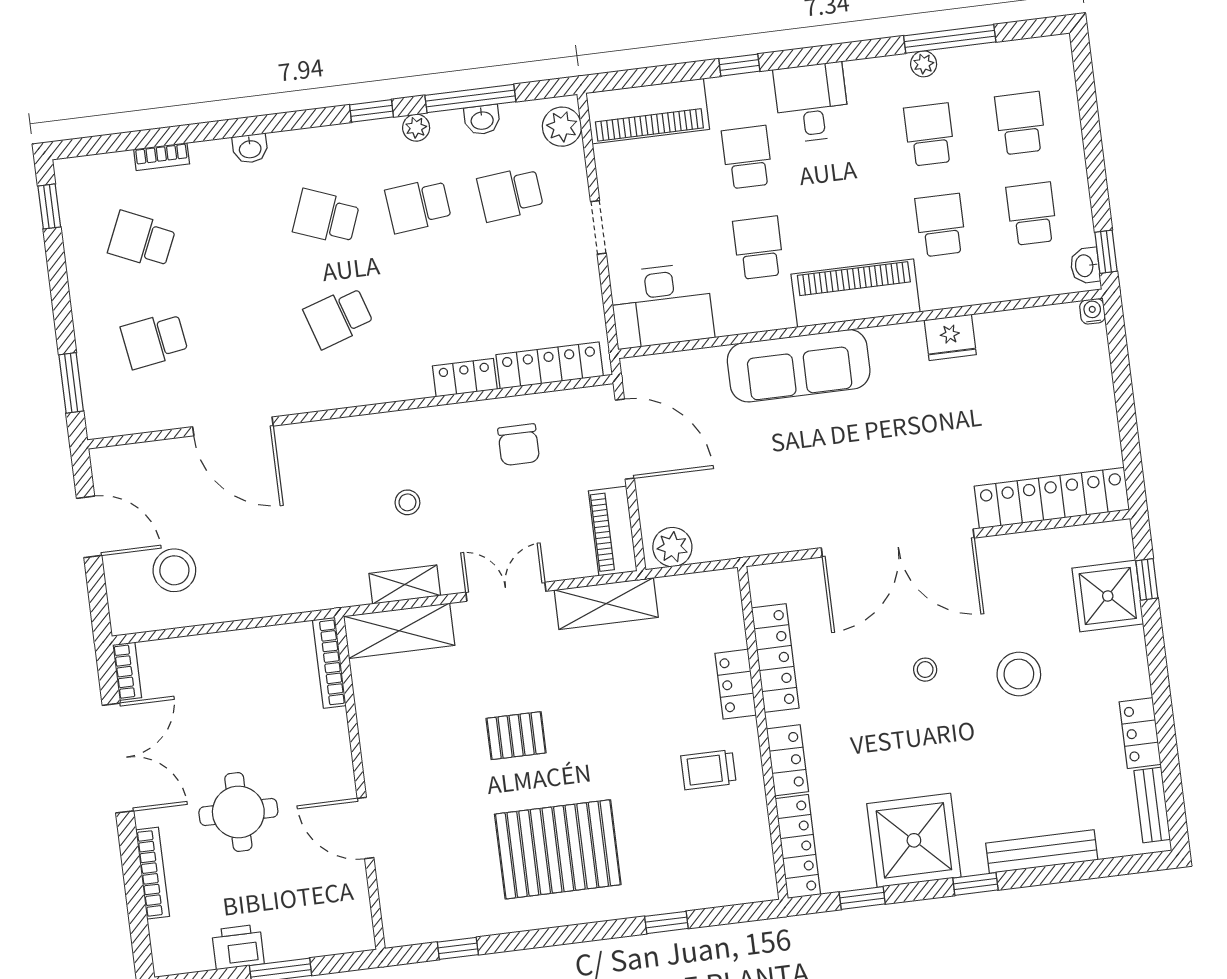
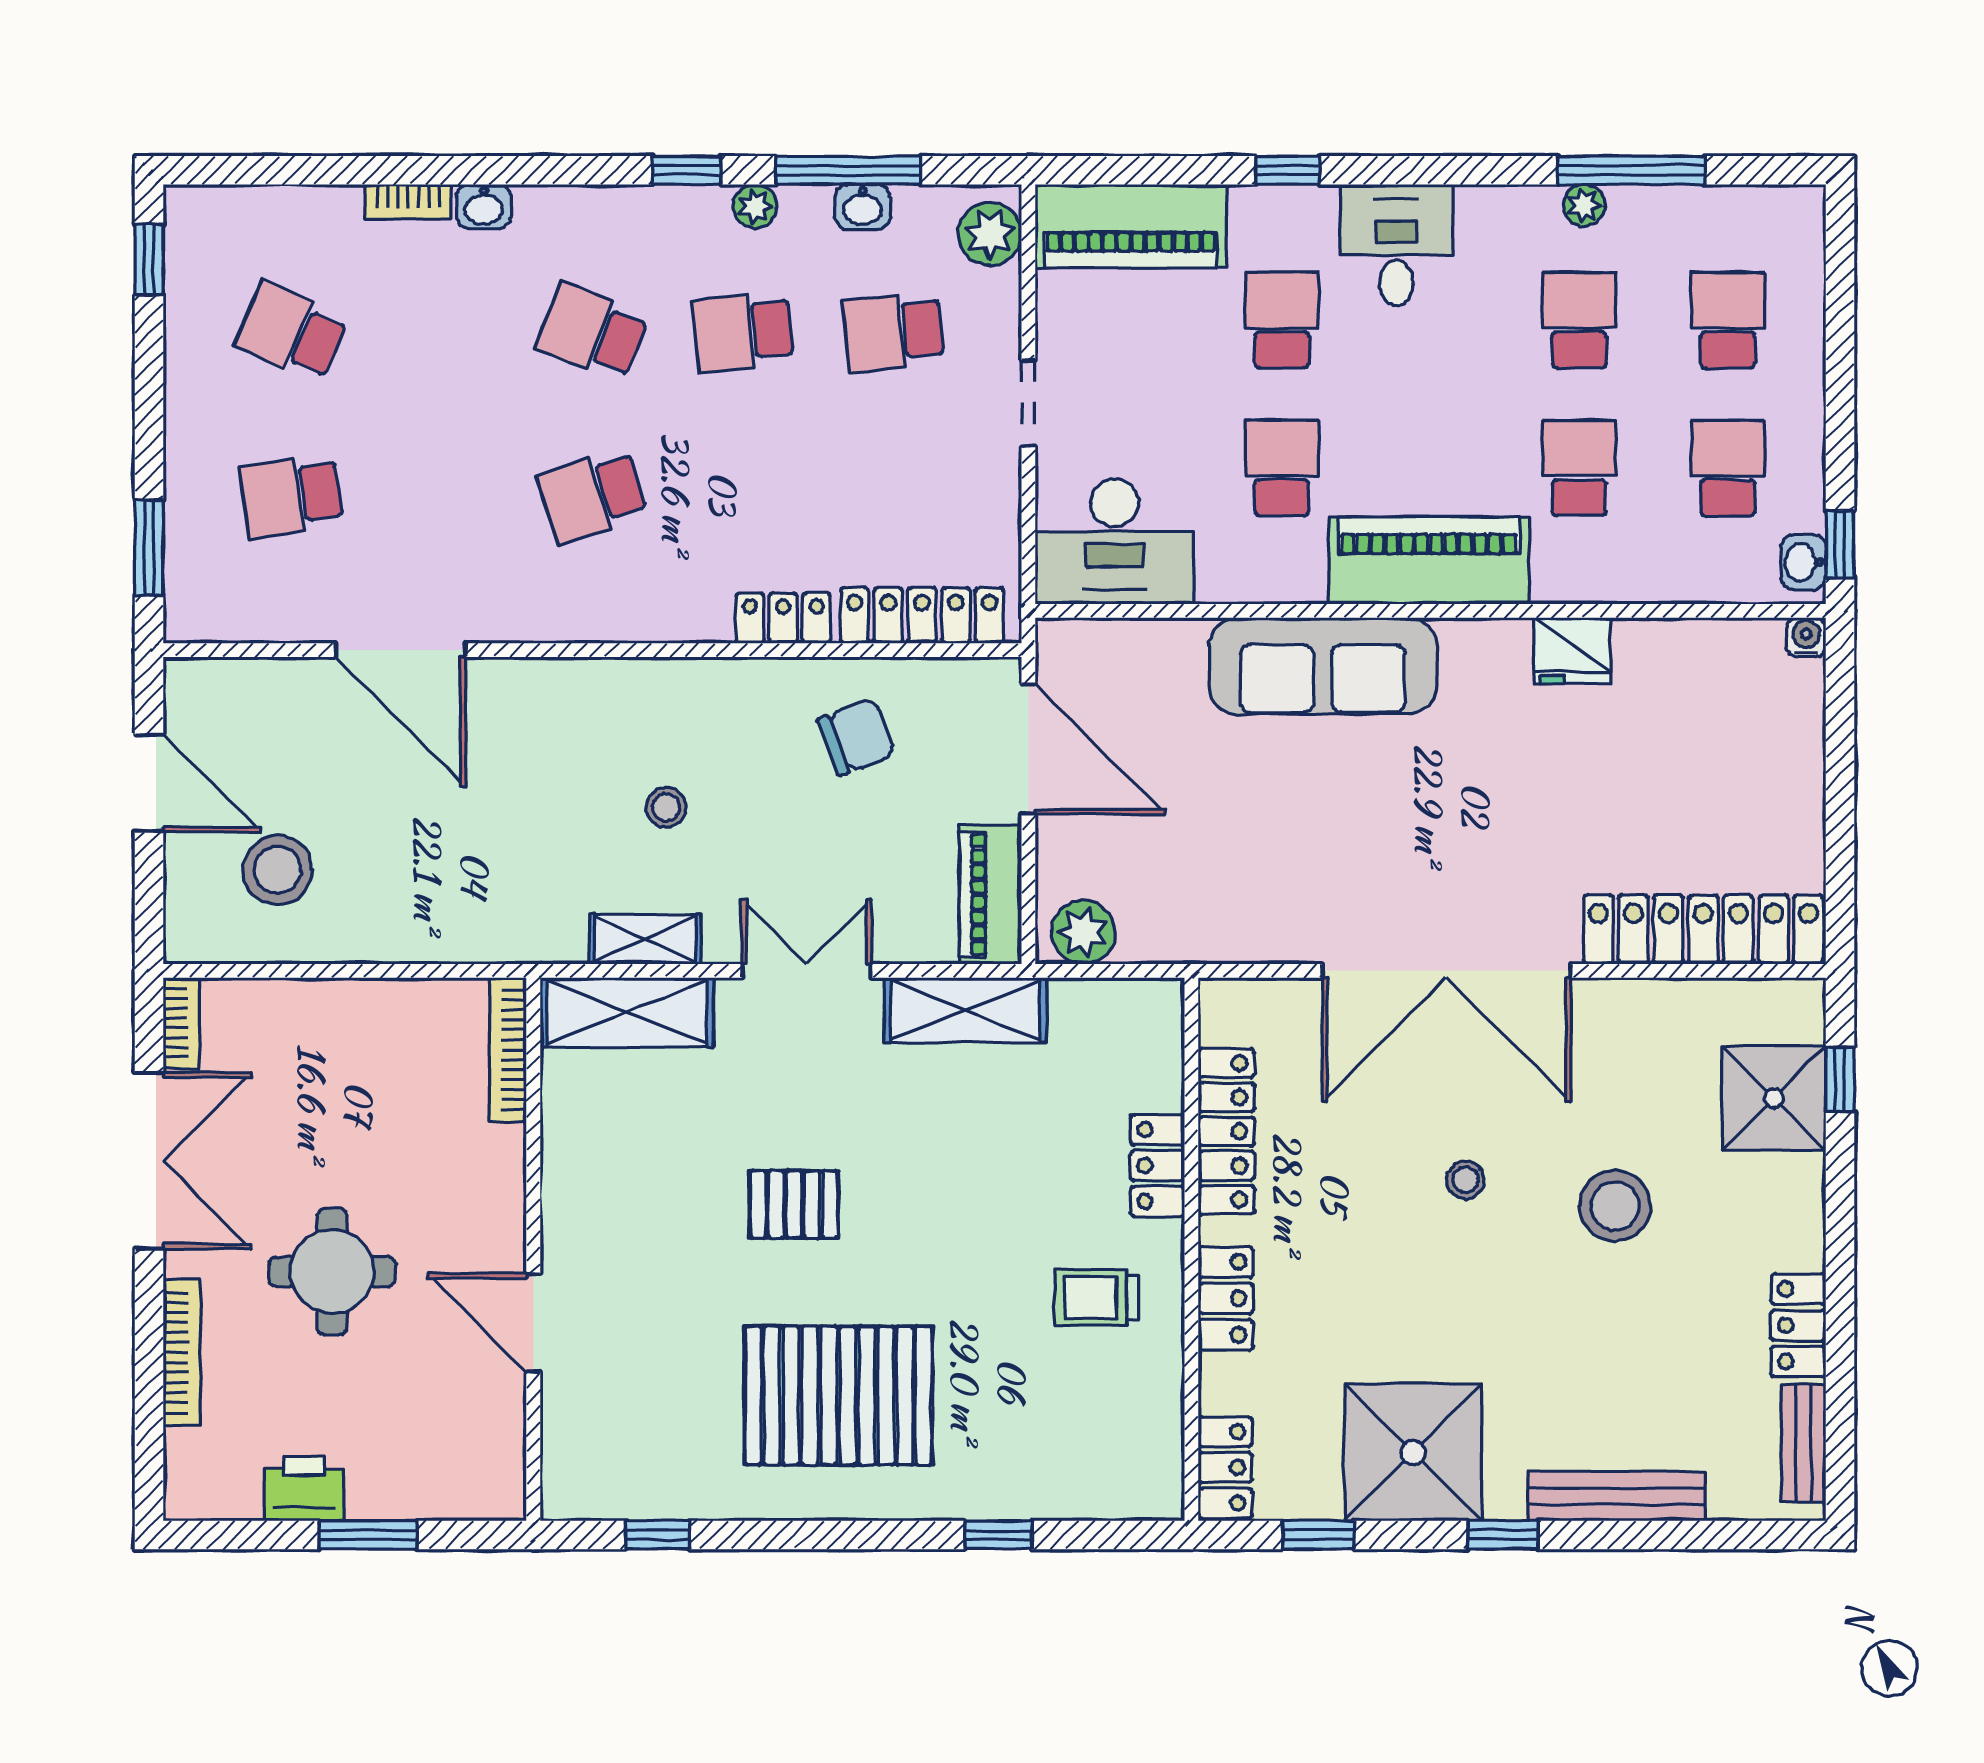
bookcase: (162, 157) -> (408, 202), moved
chair: (519, 445) -> (856, 737), turned -111
locker: (798, 847) -> (1225, 1467), width x0.66

